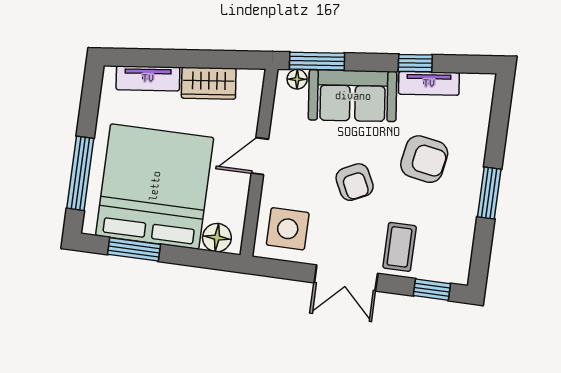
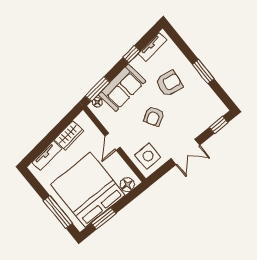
tv unit: (429, 83) -> (153, 47), moved
armchair: (355, 182) -> (154, 116), turned 86
coffee table: (400, 247) -> (192, 122), removed

